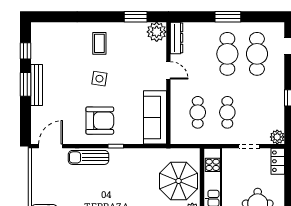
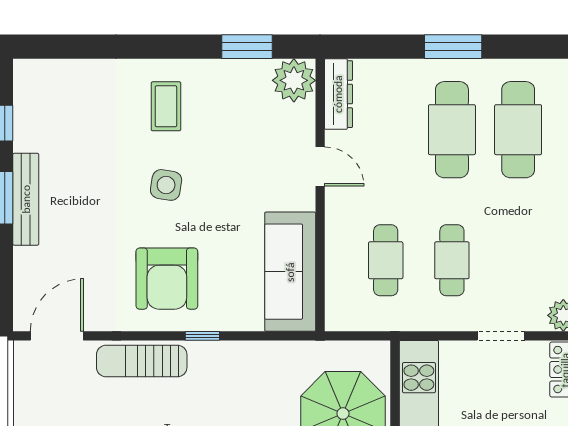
armchair: (100, 121) -> (167, 279), turned 90

